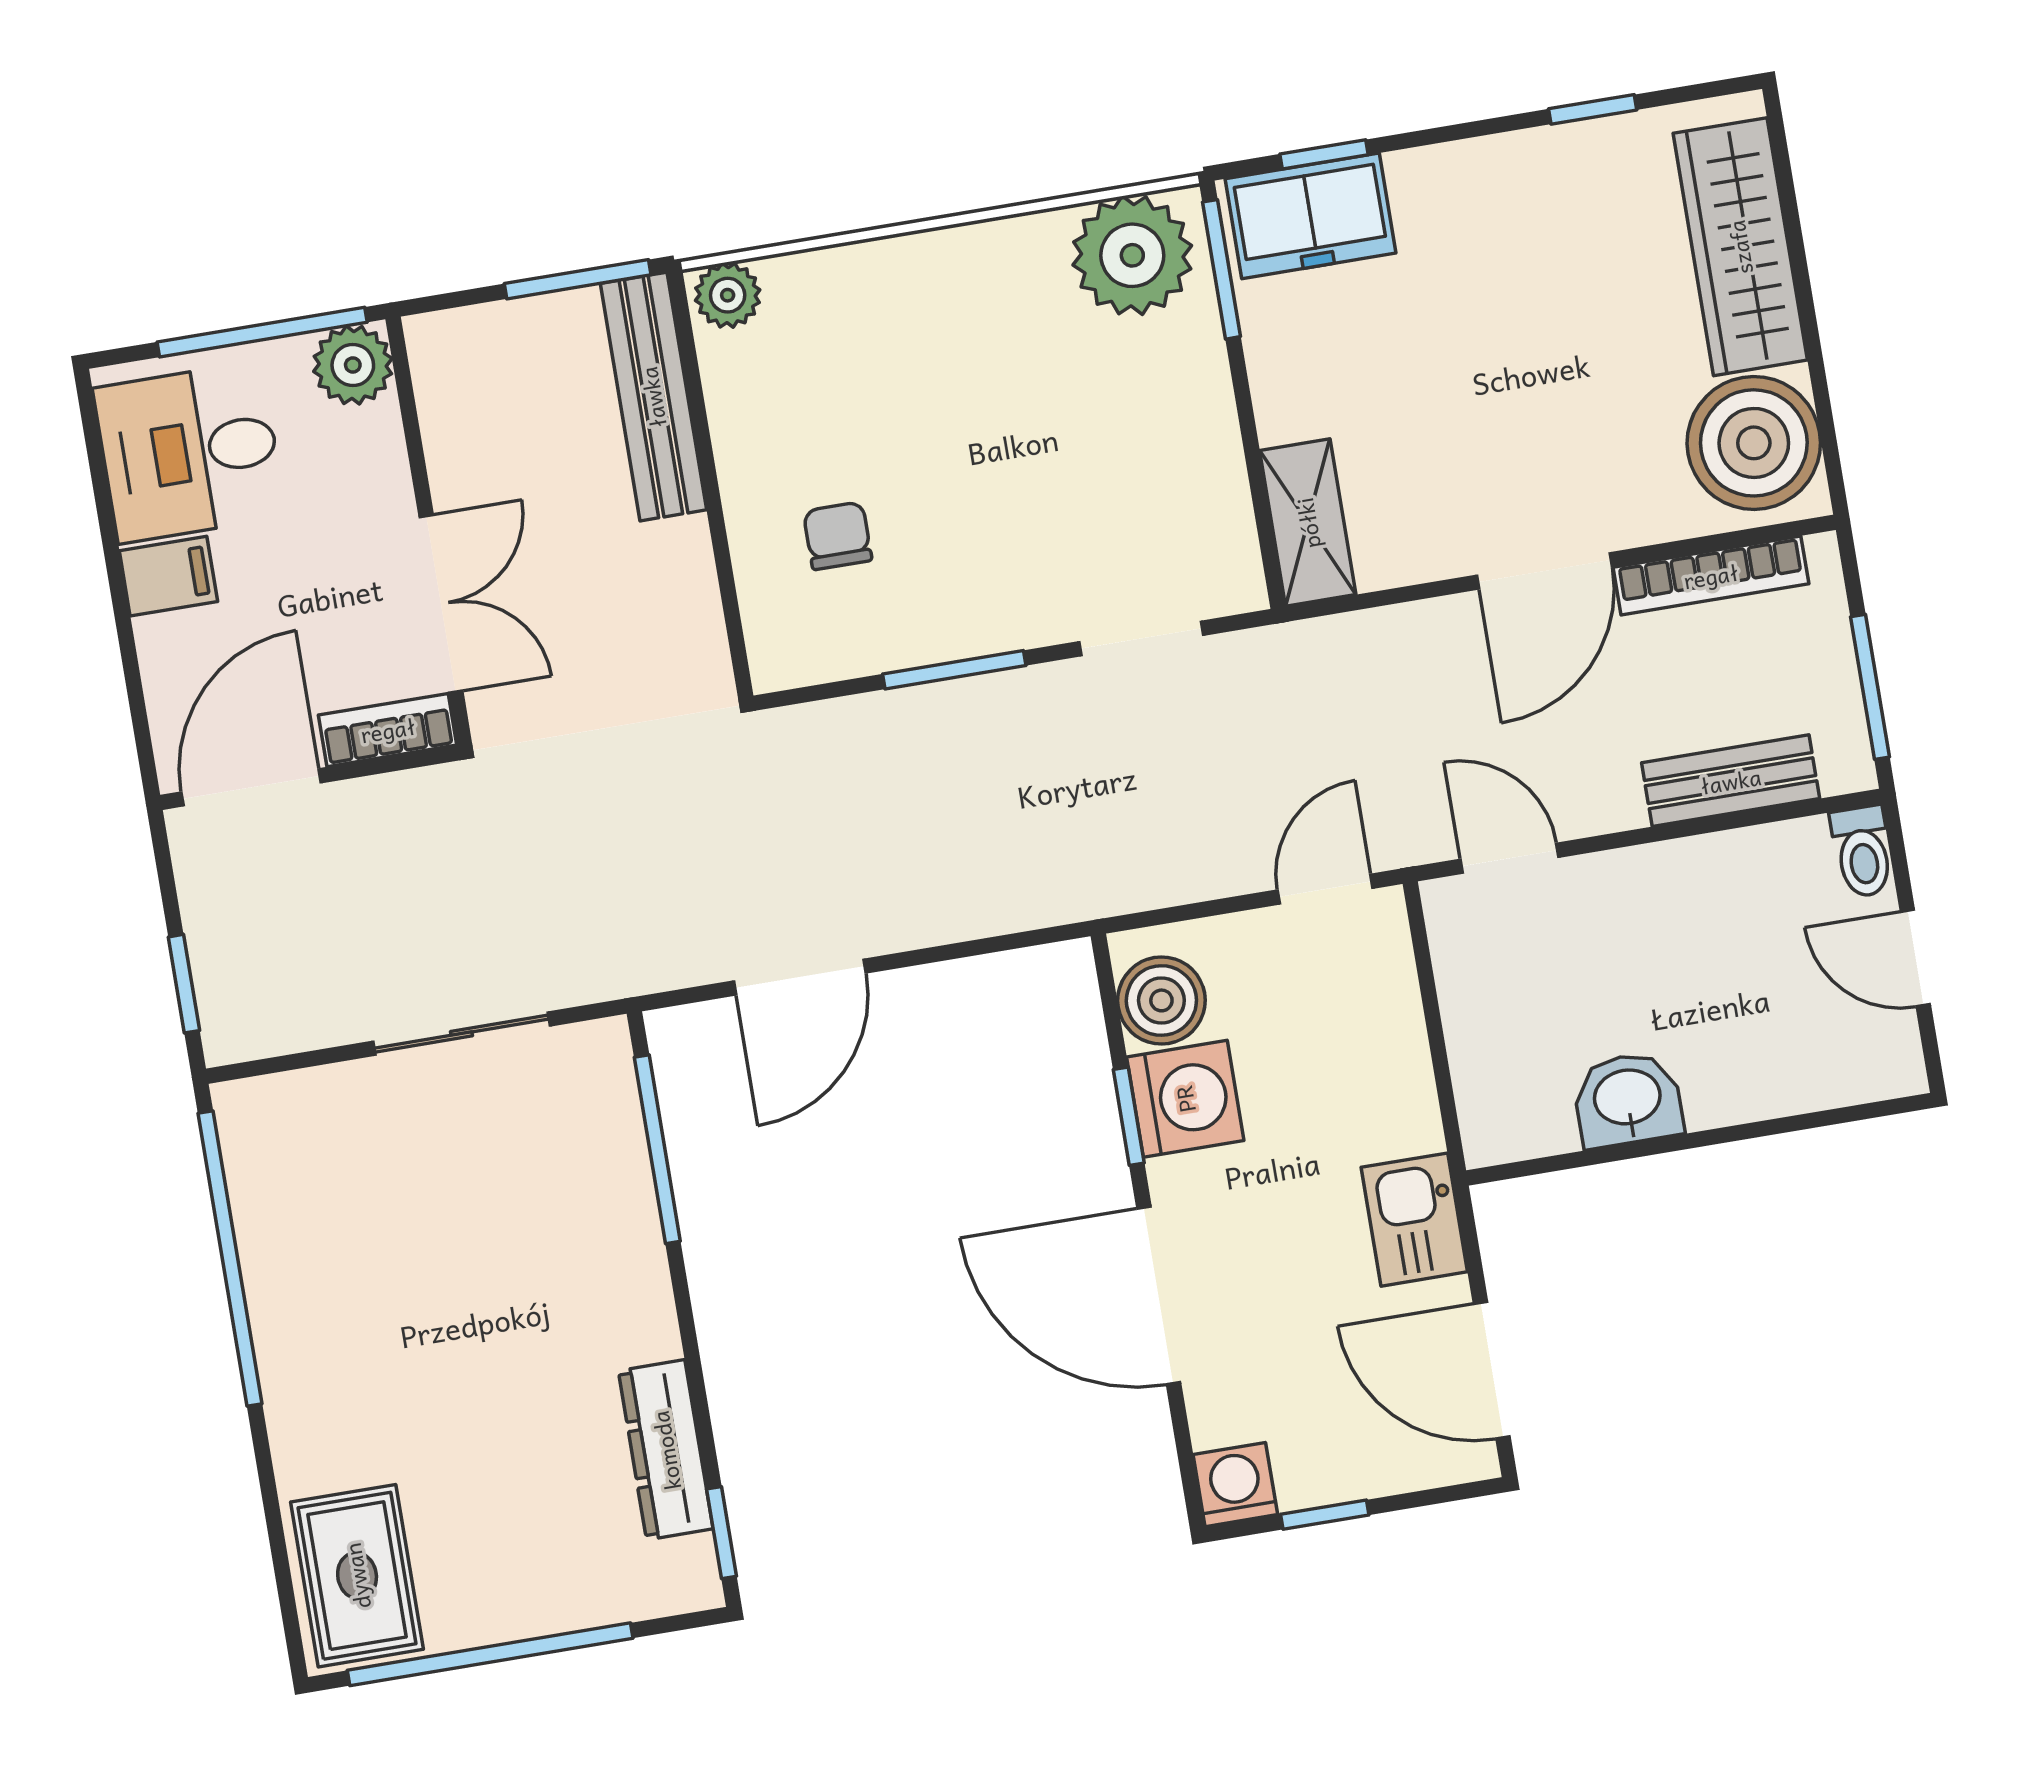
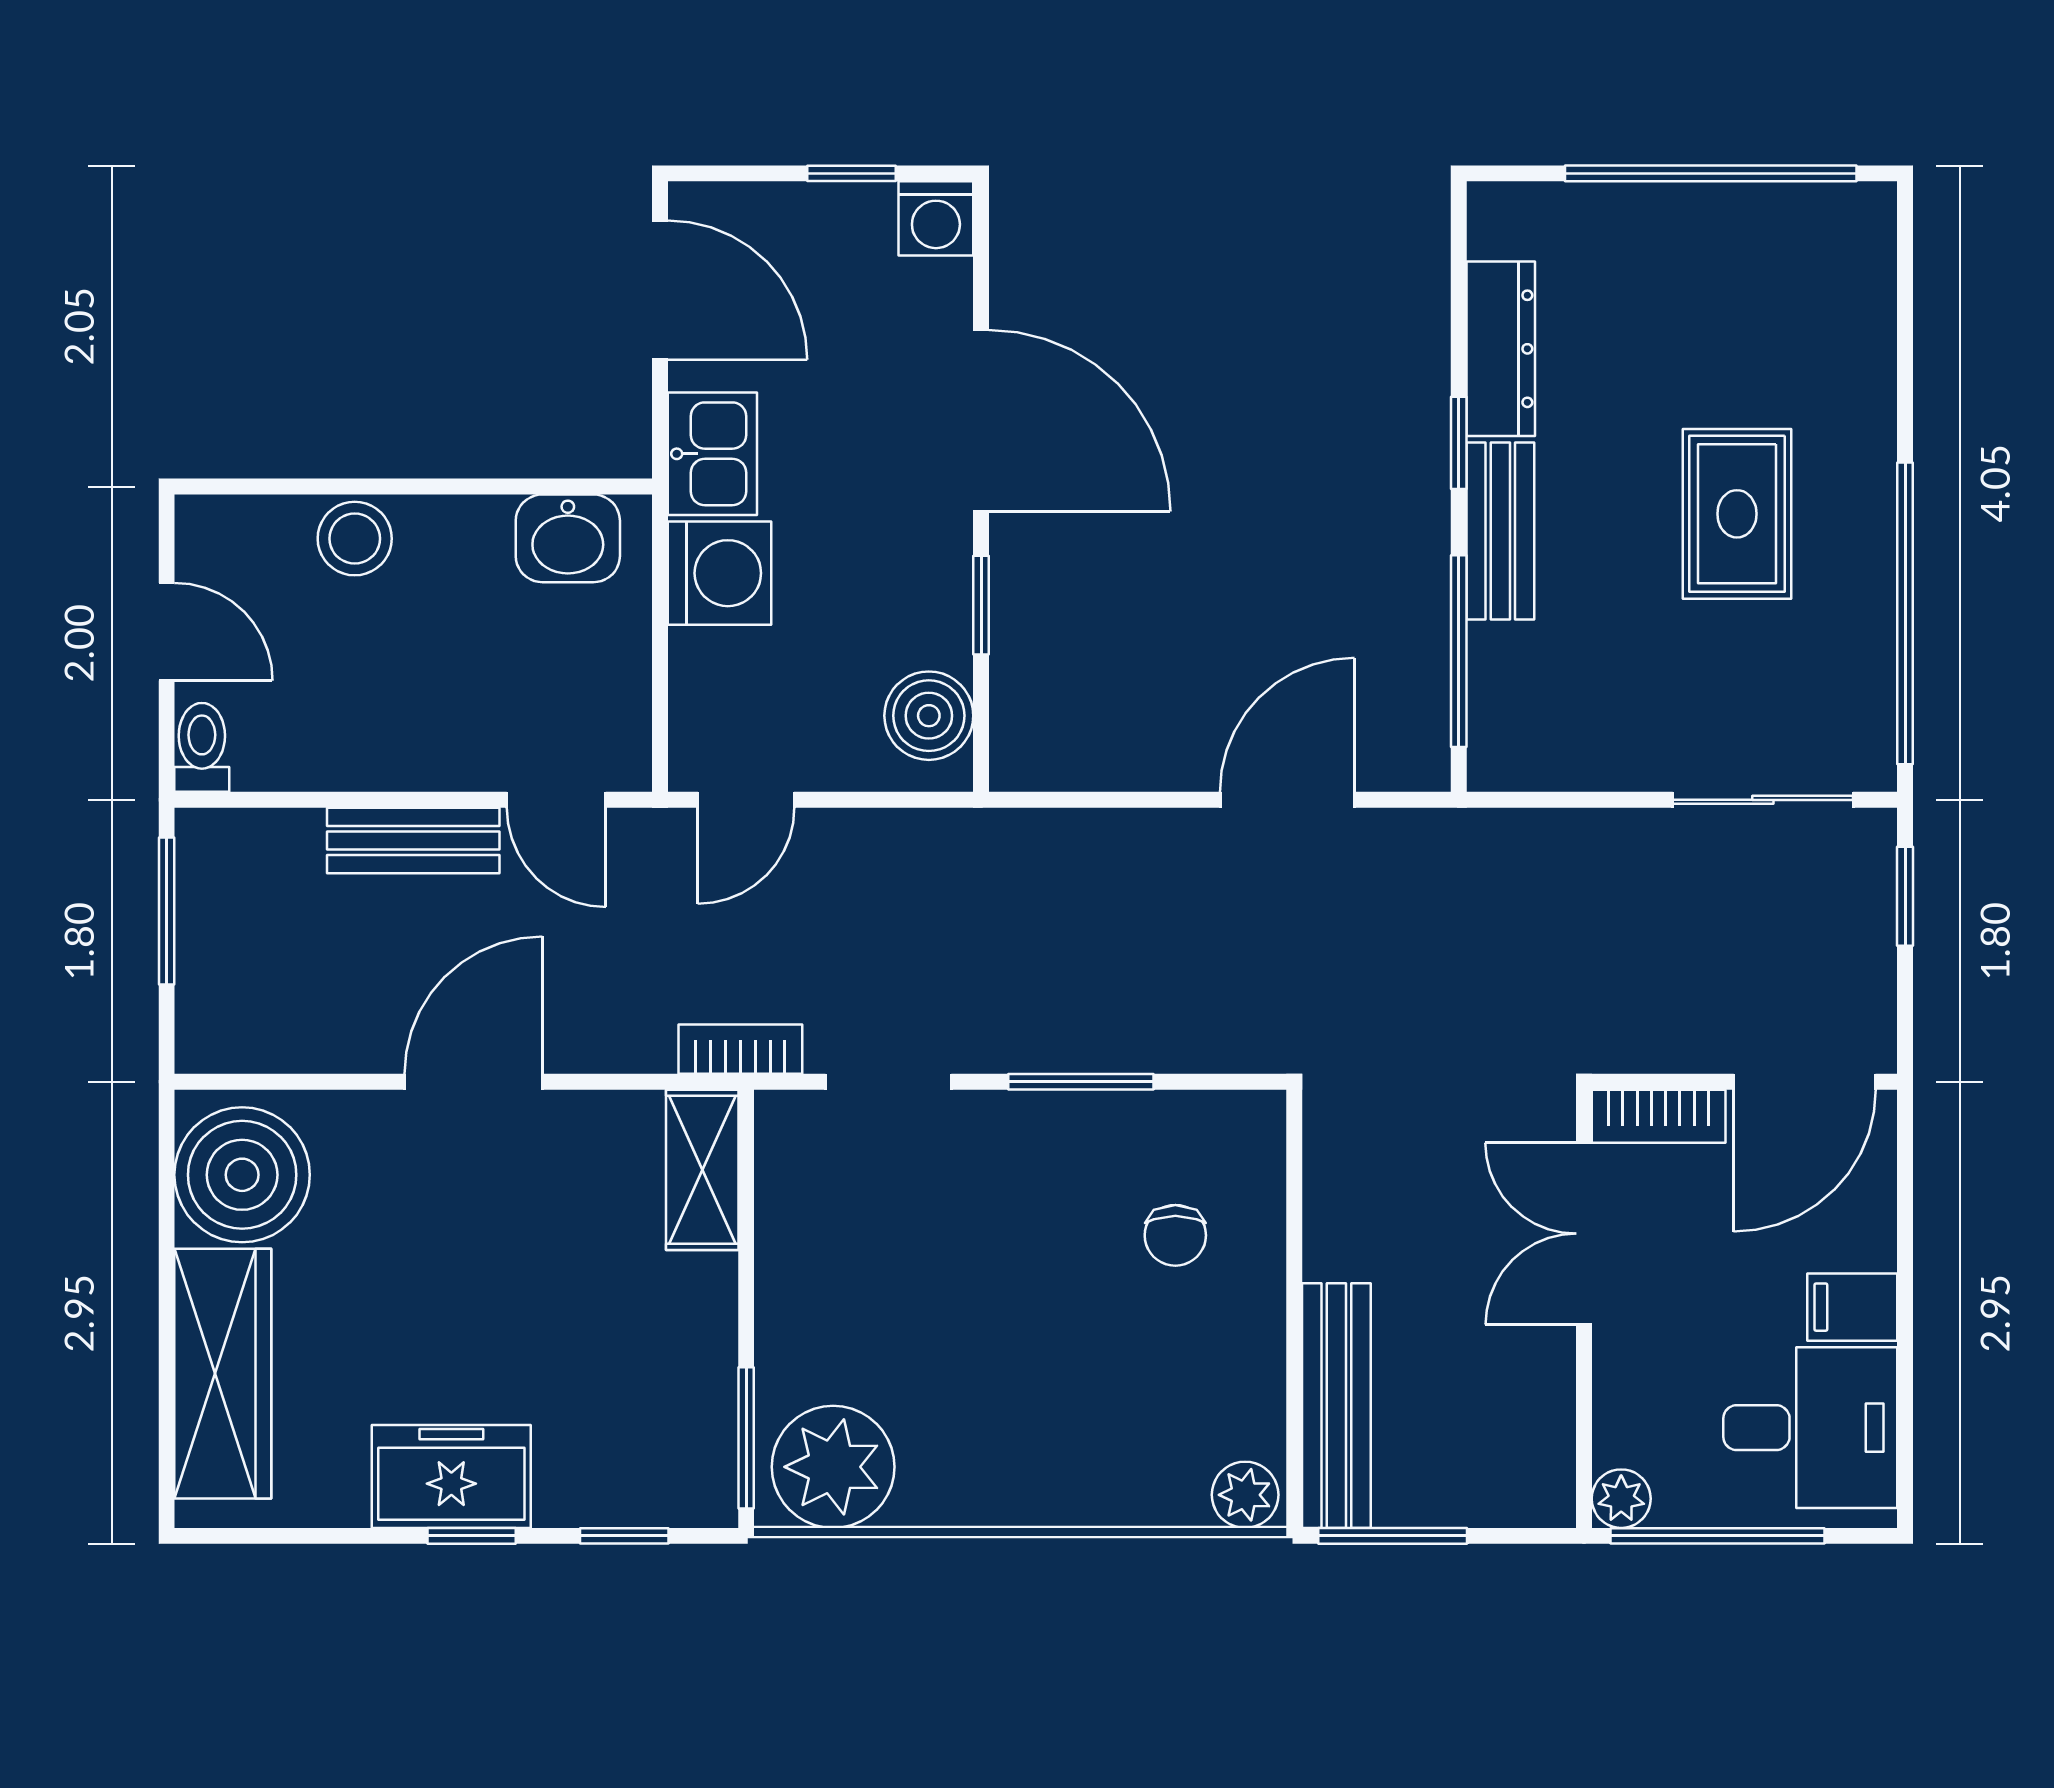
window: (1593, 109) -> (472, 1536), moved
freezer: (1311, 216) -> (451, 1476), moved
plant: (353, 365) -> (1621, 1499), width x0.73, depth x0.73
bookcase: (1711, 576) -> (740, 1049), moved, width x0.64
bench: (1731, 781) -> (413, 841), moved
sliding door: (461, 1034) -> (1763, 800), moved
stool: (1748, 1079) -> (355, 539), added
washing machine: (1185, 1099) -> (720, 573), moved, turned 180
washbasin: (1628, 1099) -> (568, 538), moved
bench: (636, 1273) -> (1500, 531), added
window: (721, 1533) -> (1459, 443), moved
rug: (357, 1576) -> (1737, 514), moved

